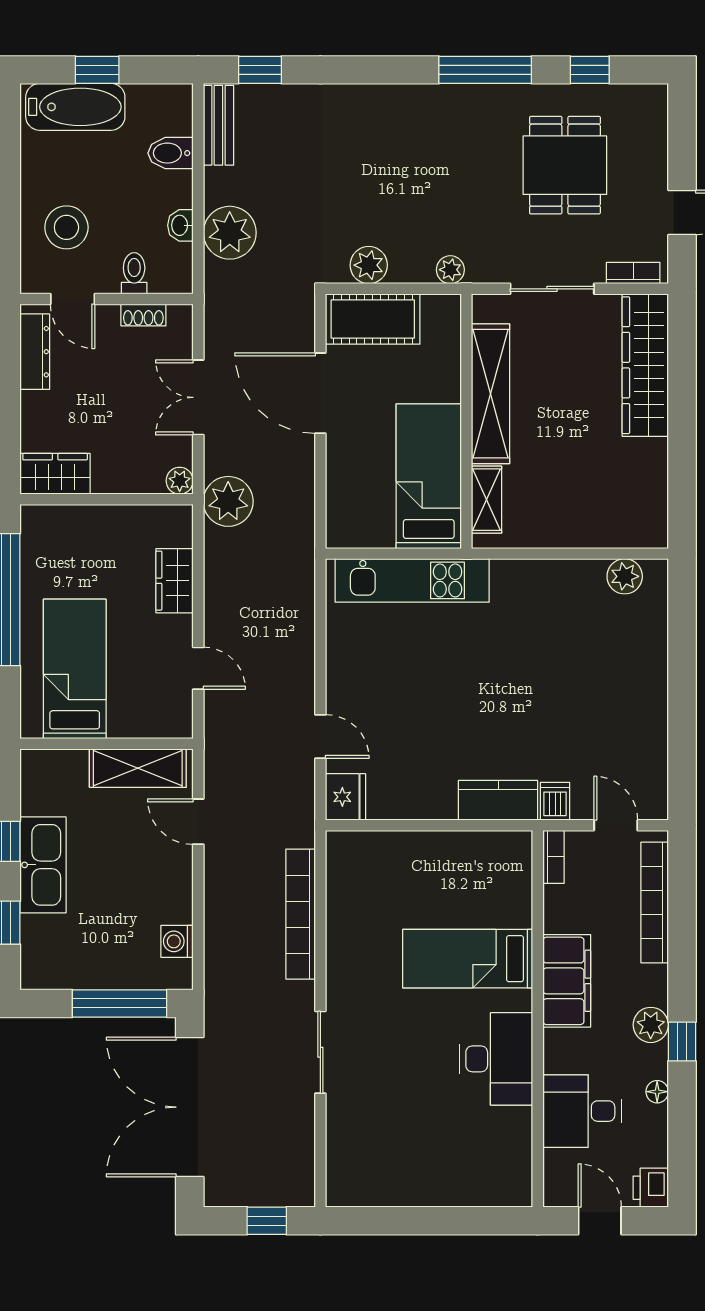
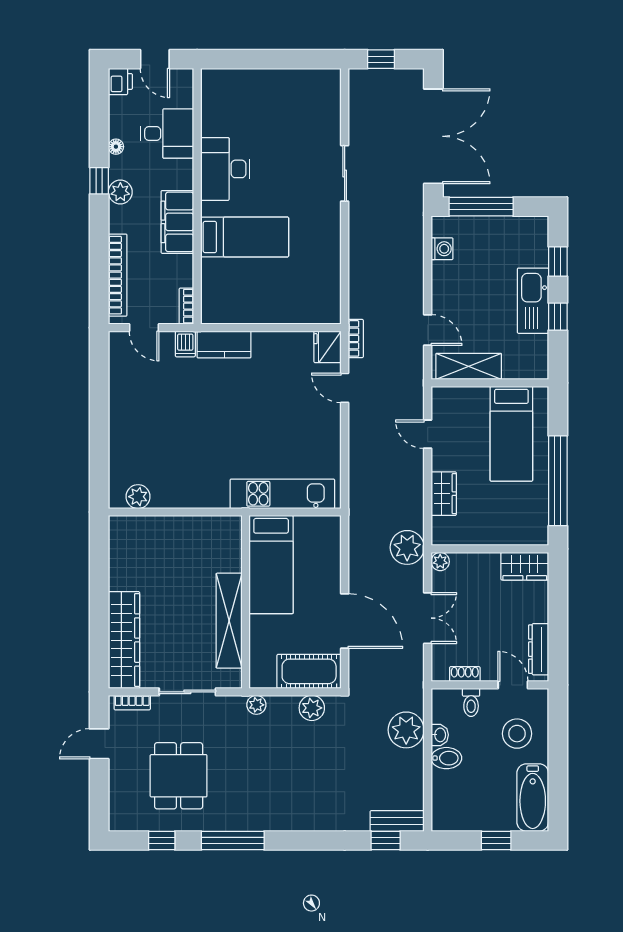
bathtub: (75, 107) -> (533, 798), moved, turned -90
bench: (218, 125) -> (397, 821), moved, turned 90
bidet: (171, 153) -> (446, 758), moved
shelving: (486, 500) -> (232, 549), removed
bookcase: (301, 914) -> (356, 338), moved, width x0.43, depth x0.76

